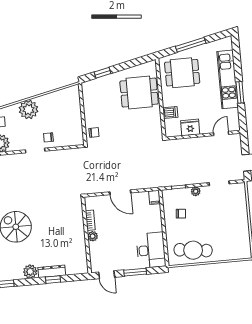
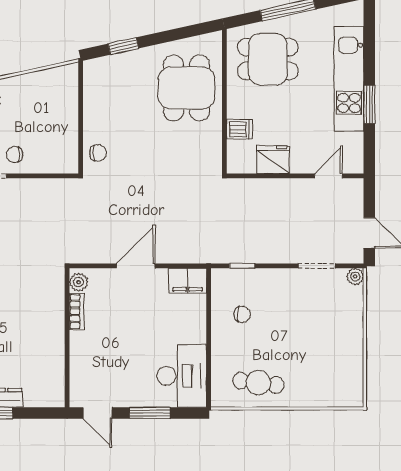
dining table: (139, 93) -> (186, 88), turned 90
plant: (196, 191) -> (355, 277), moved
door: (120, 192) -> (136, 266), swing flipped
filing cabinet: (154, 197) -> (188, 281), width x2.00
plant: (93, 236) -> (79, 282), moved
cafe table: (193, 250) -> (258, 383), width x0.73, depth x0.74

